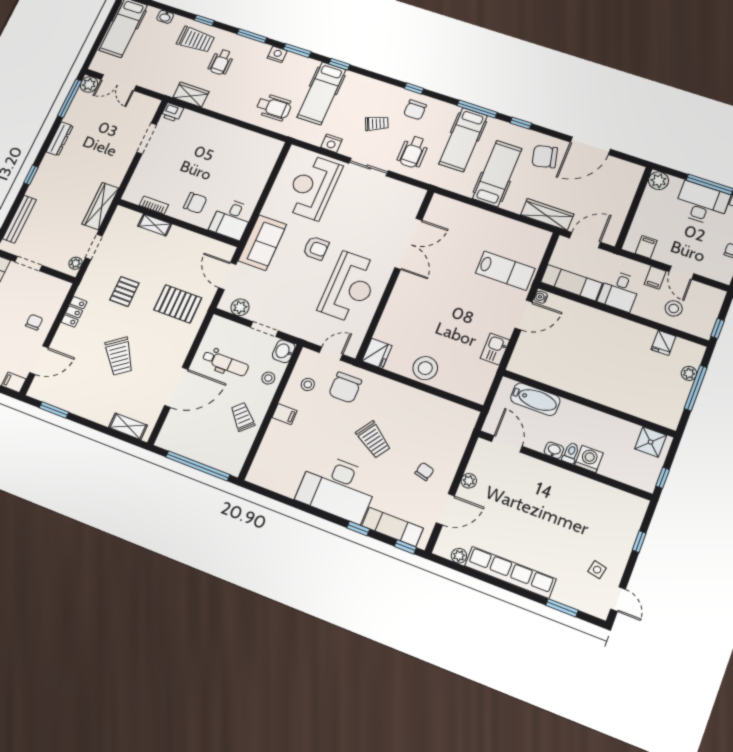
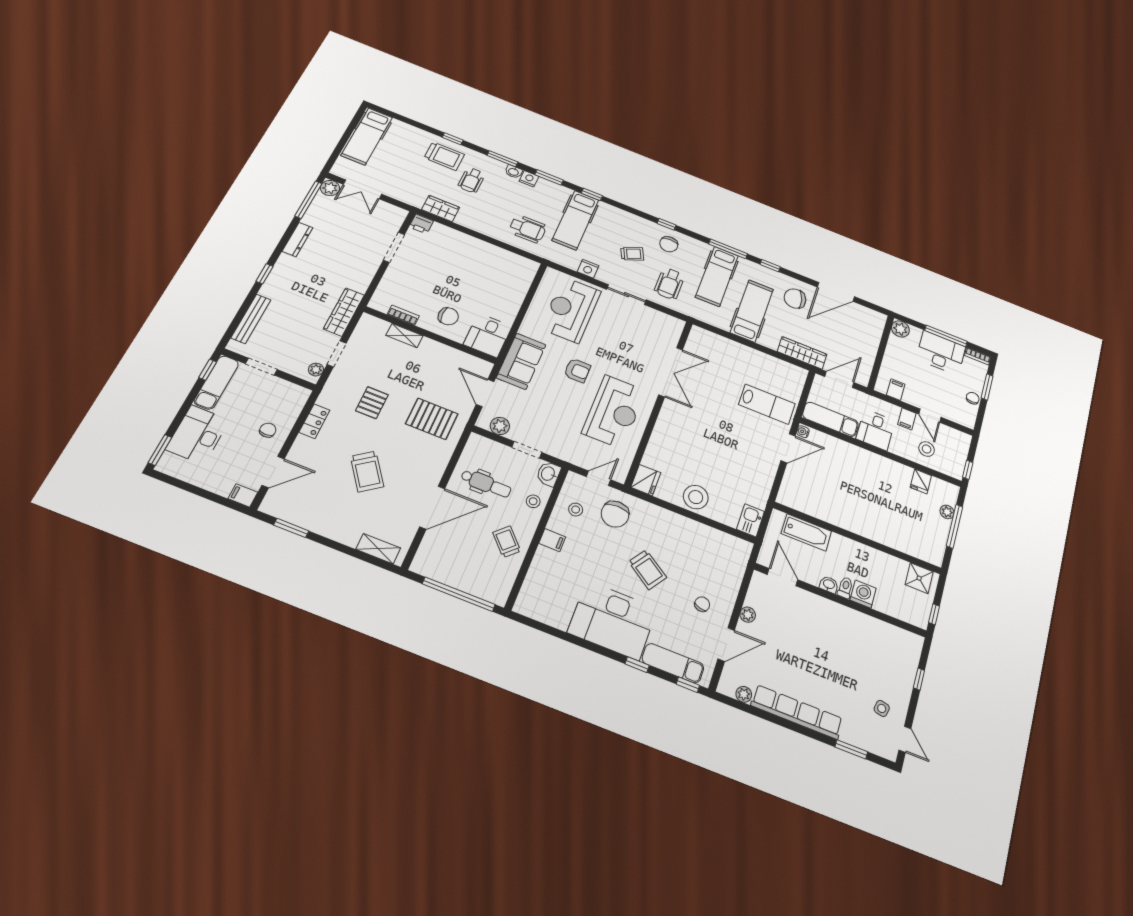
washbasin: (165, 17) -> (514, 172), moved
kitchen sink: (495, 349) -> (750, 520), moved

